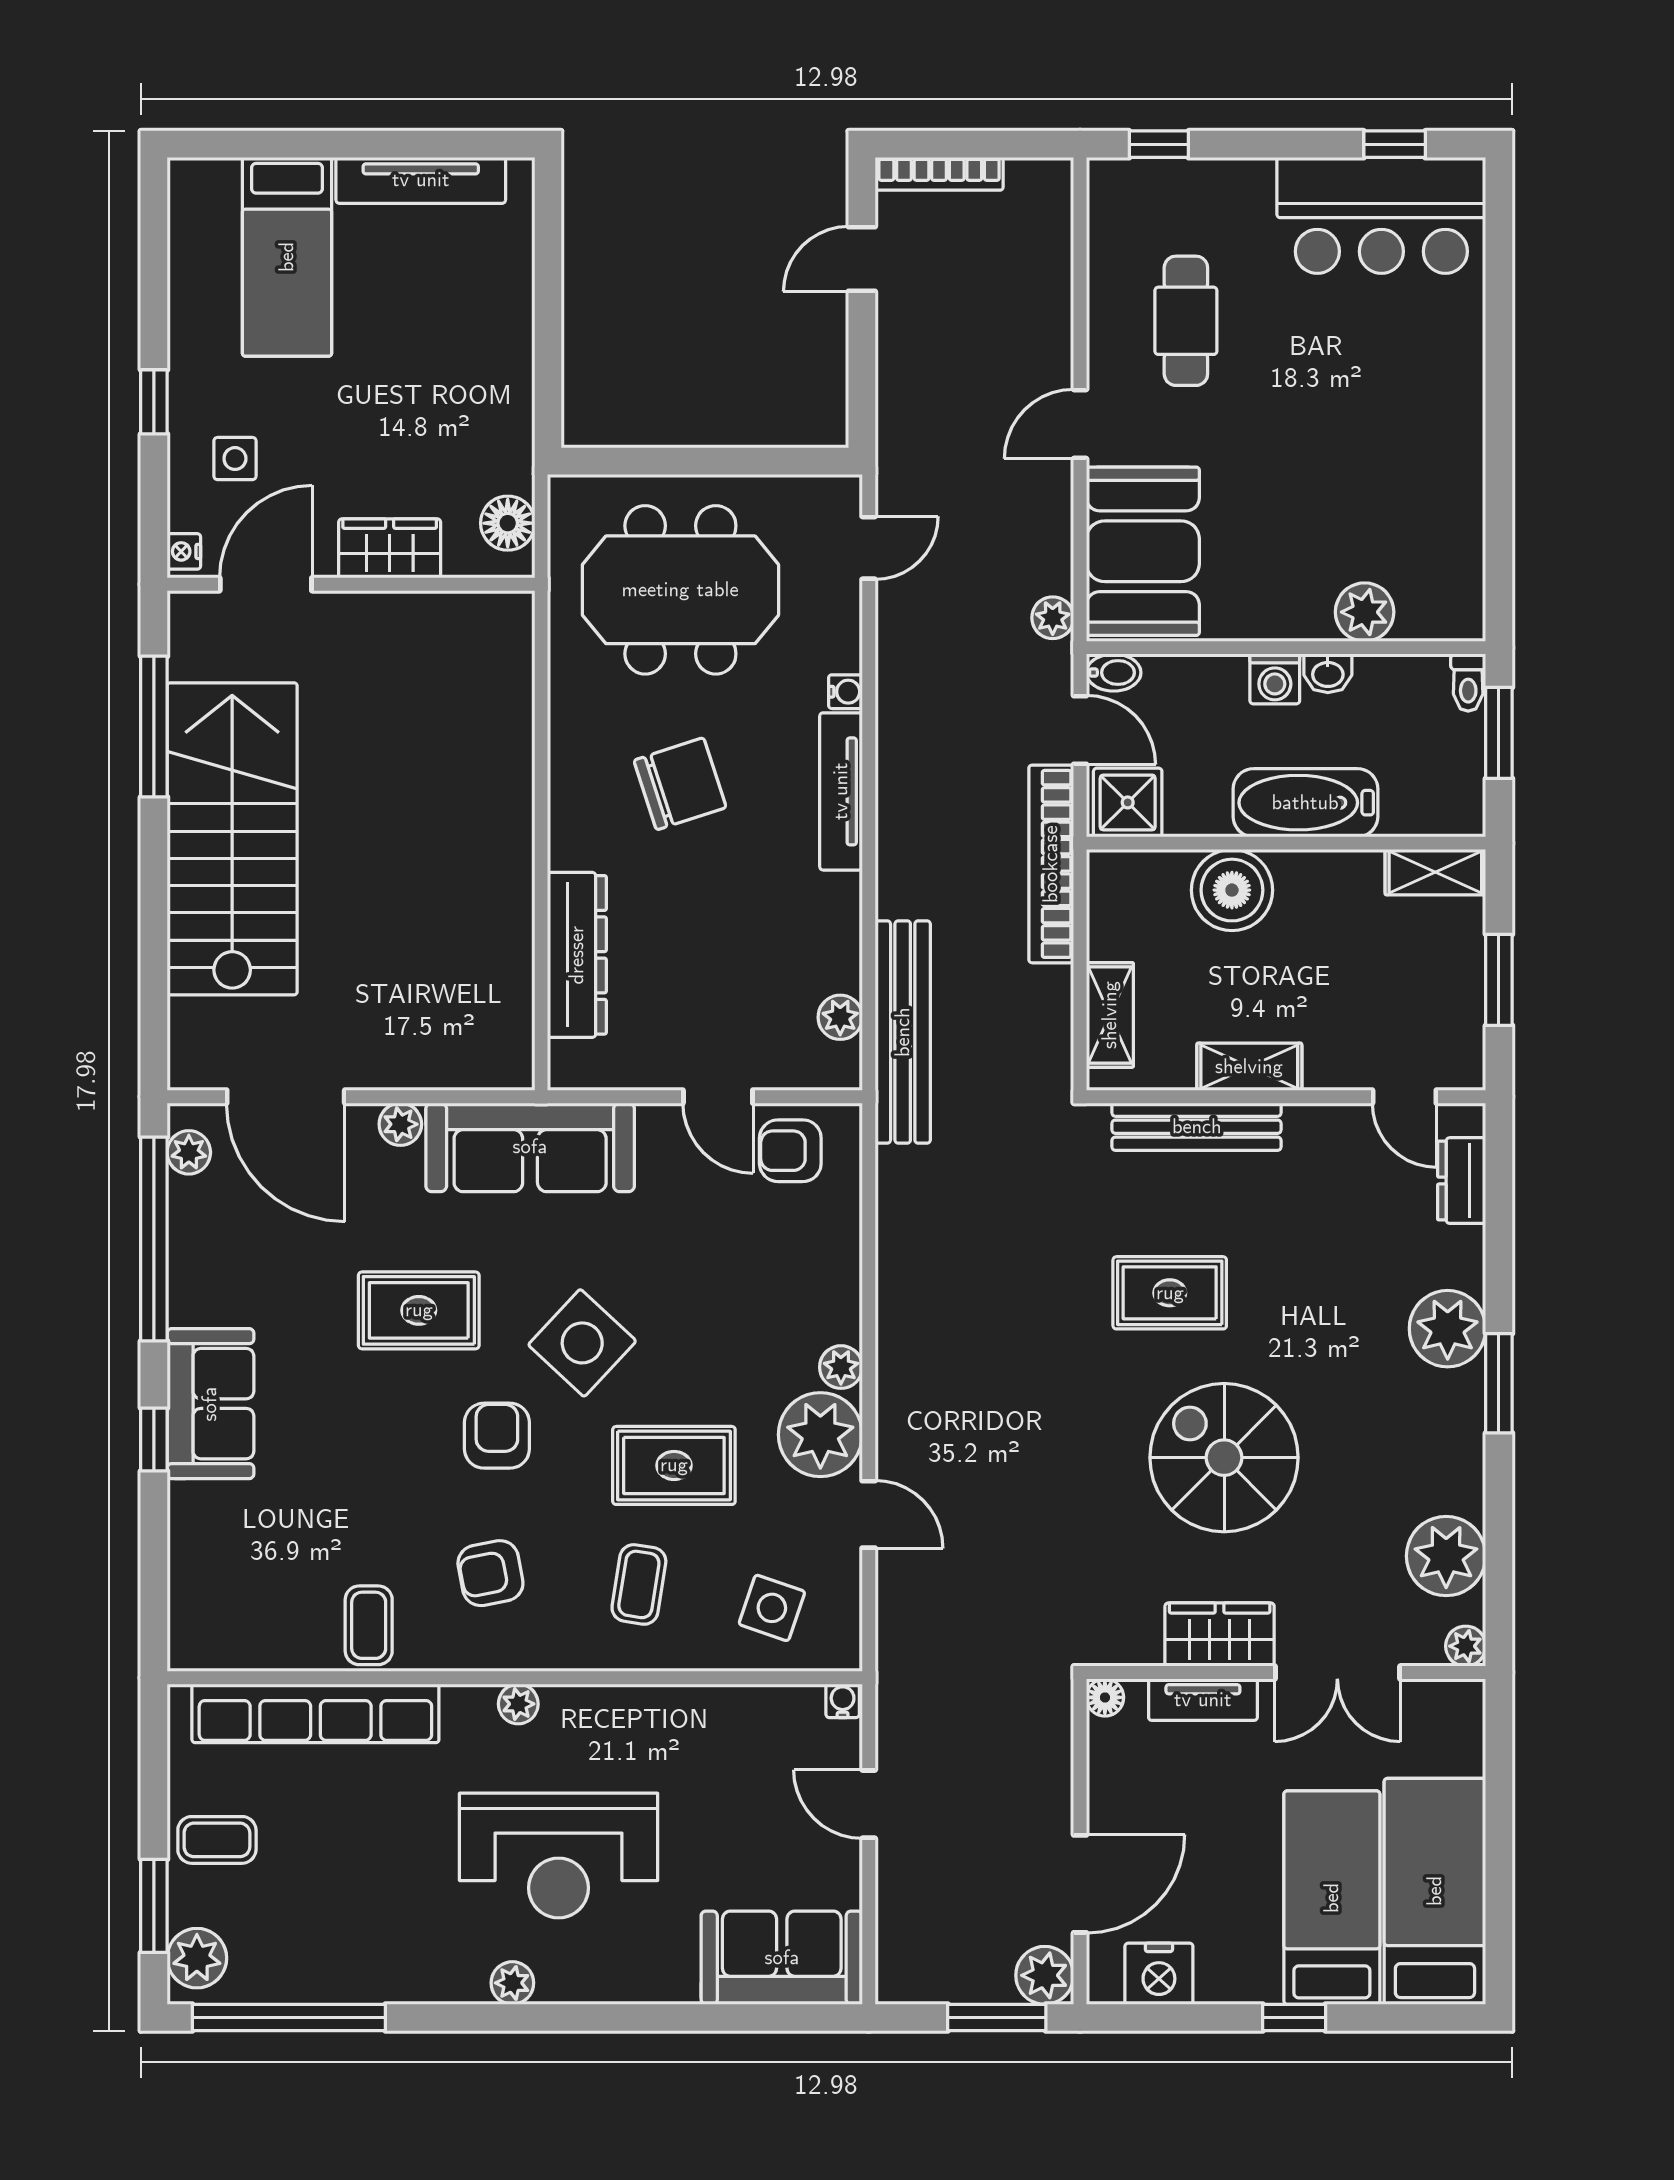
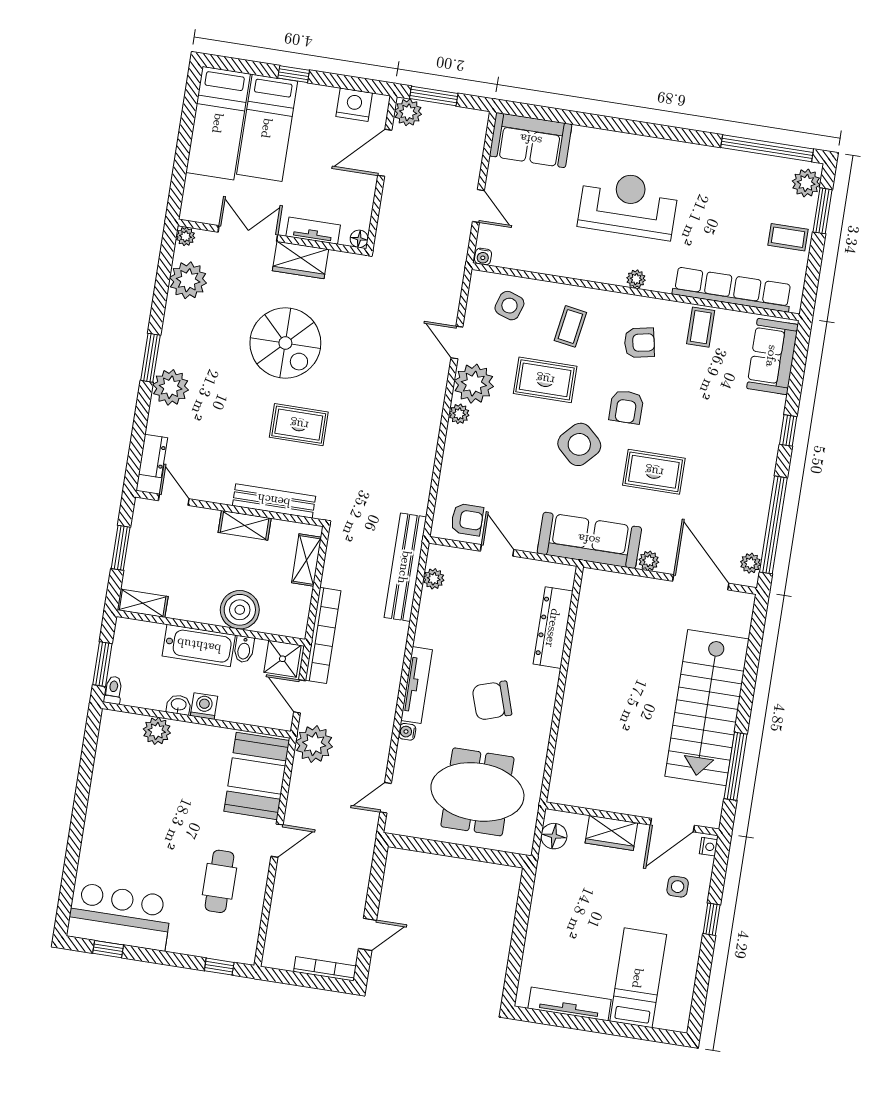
plant: (1053, 618) -> (314, 744), width x1.88, depth x1.88
bidet: (1114, 673) -> (244, 649), moved, turned -90
sofa: (210, 1404) -> (772, 356), moved
plant: (512, 1983) -> (659, 148), removed

